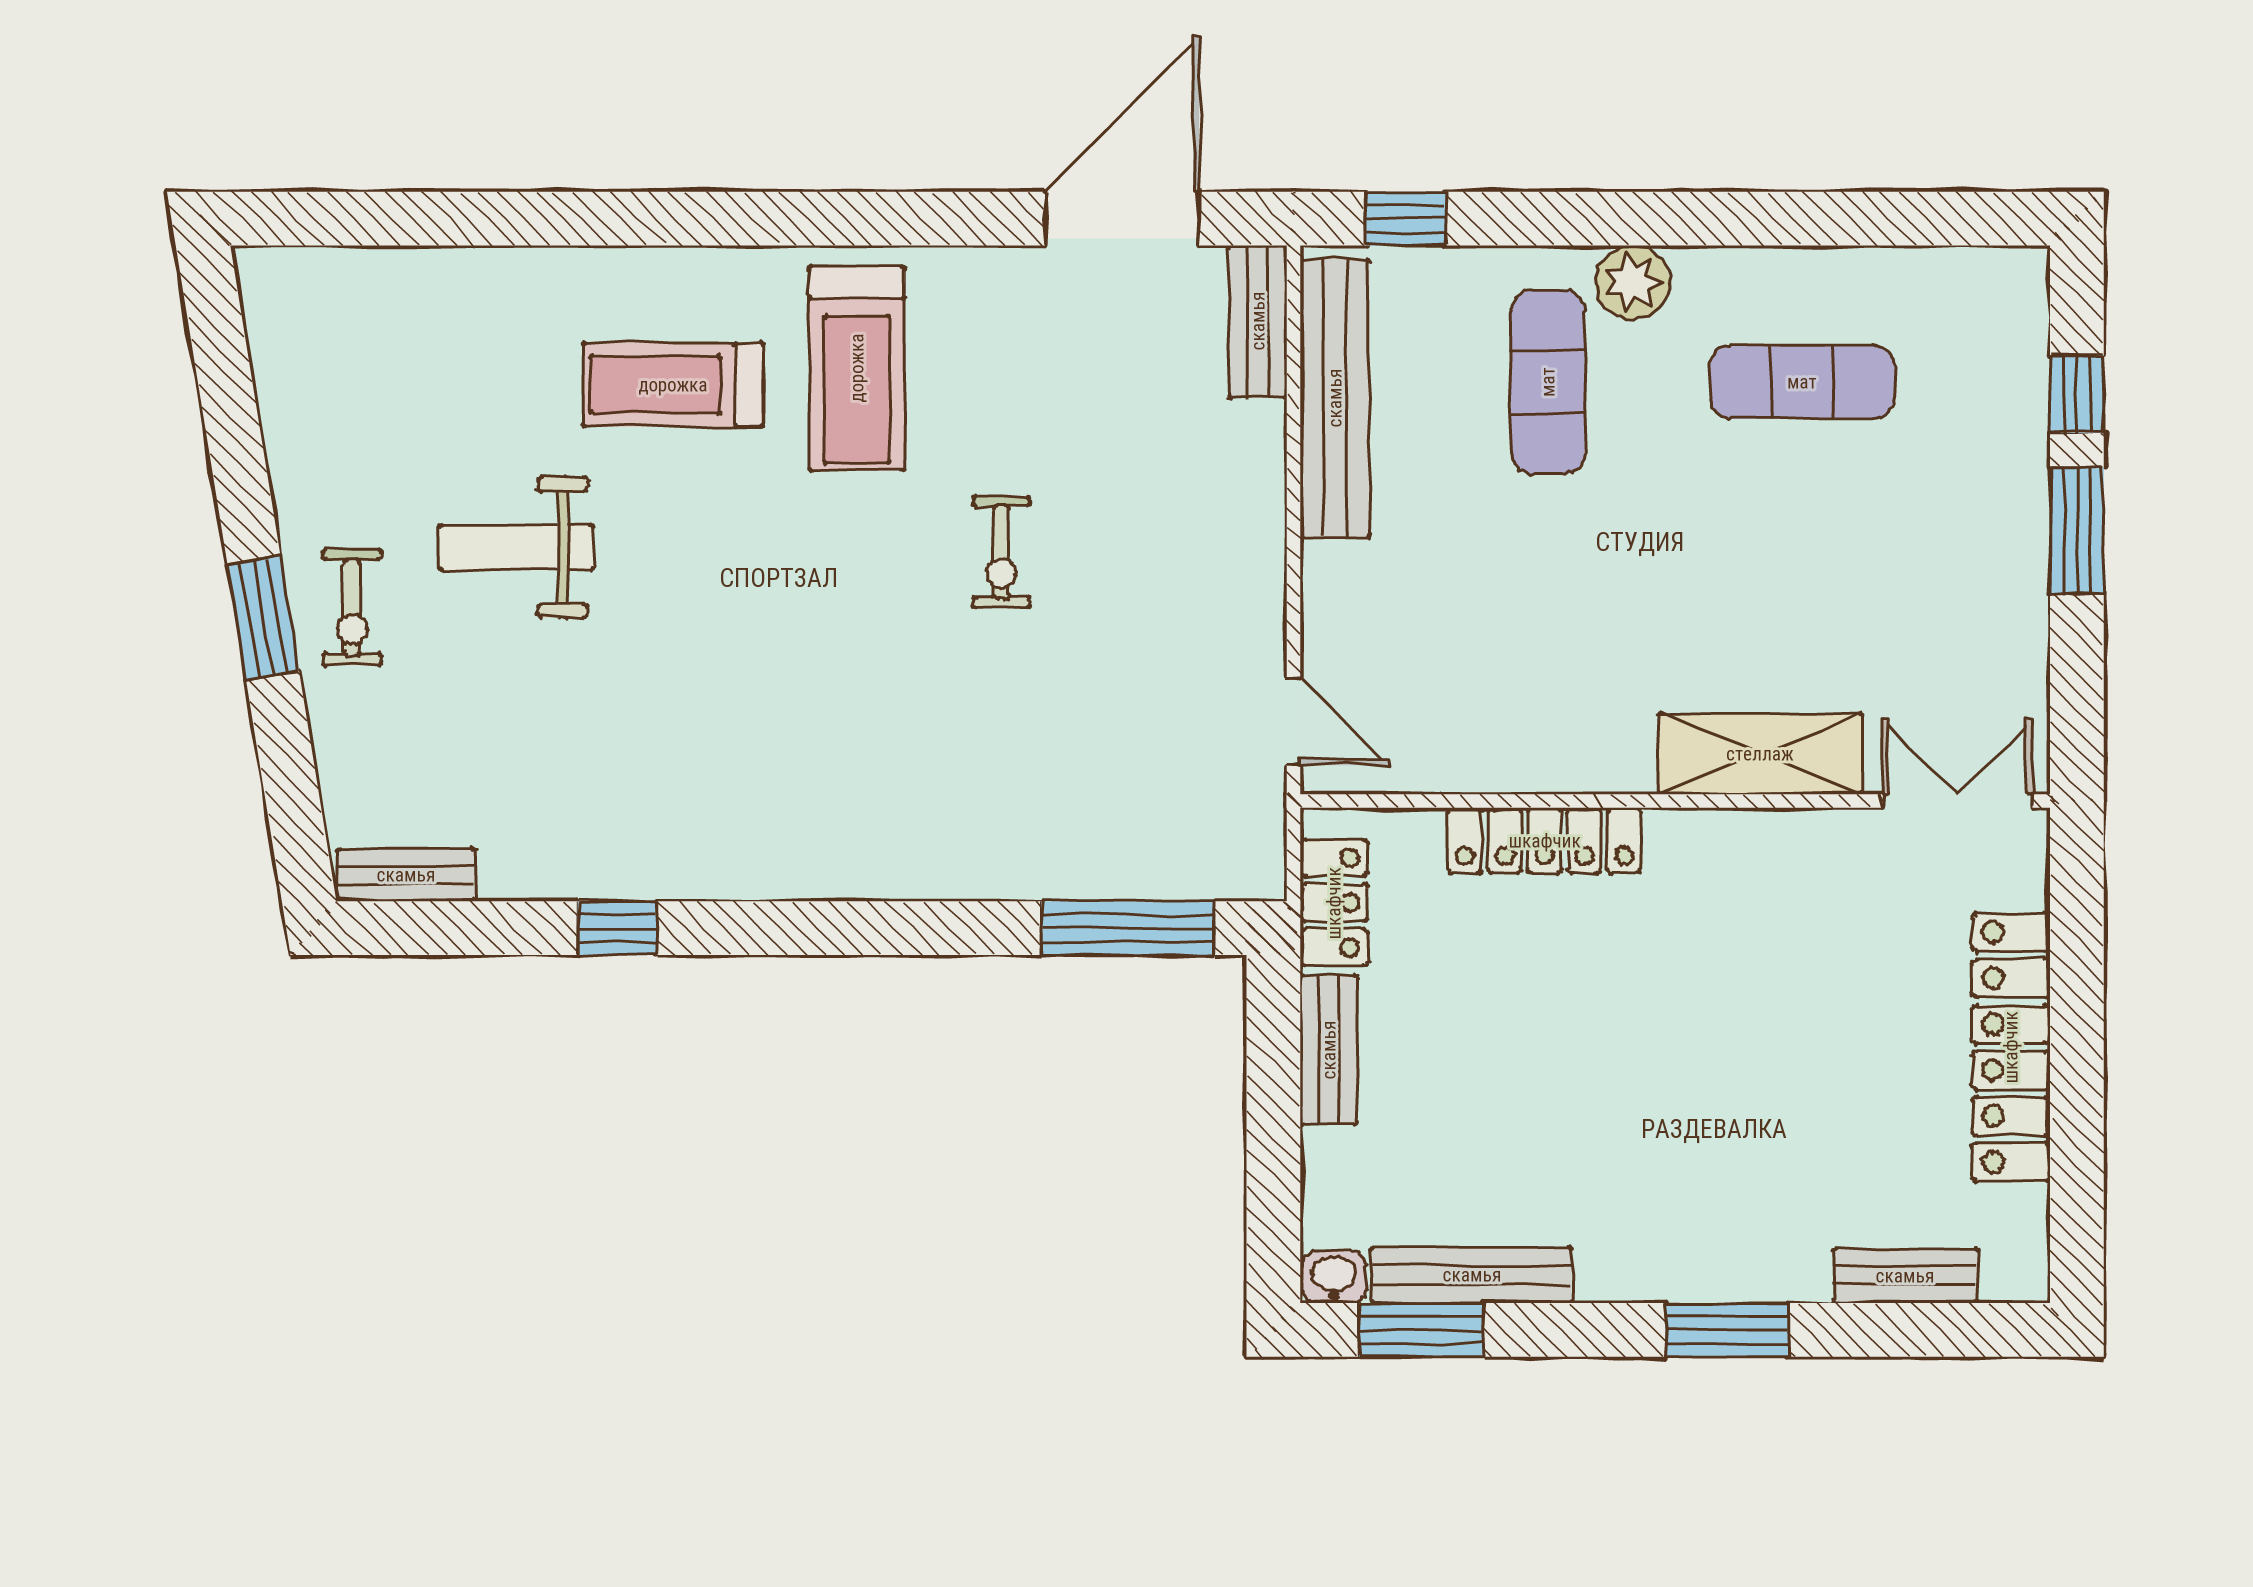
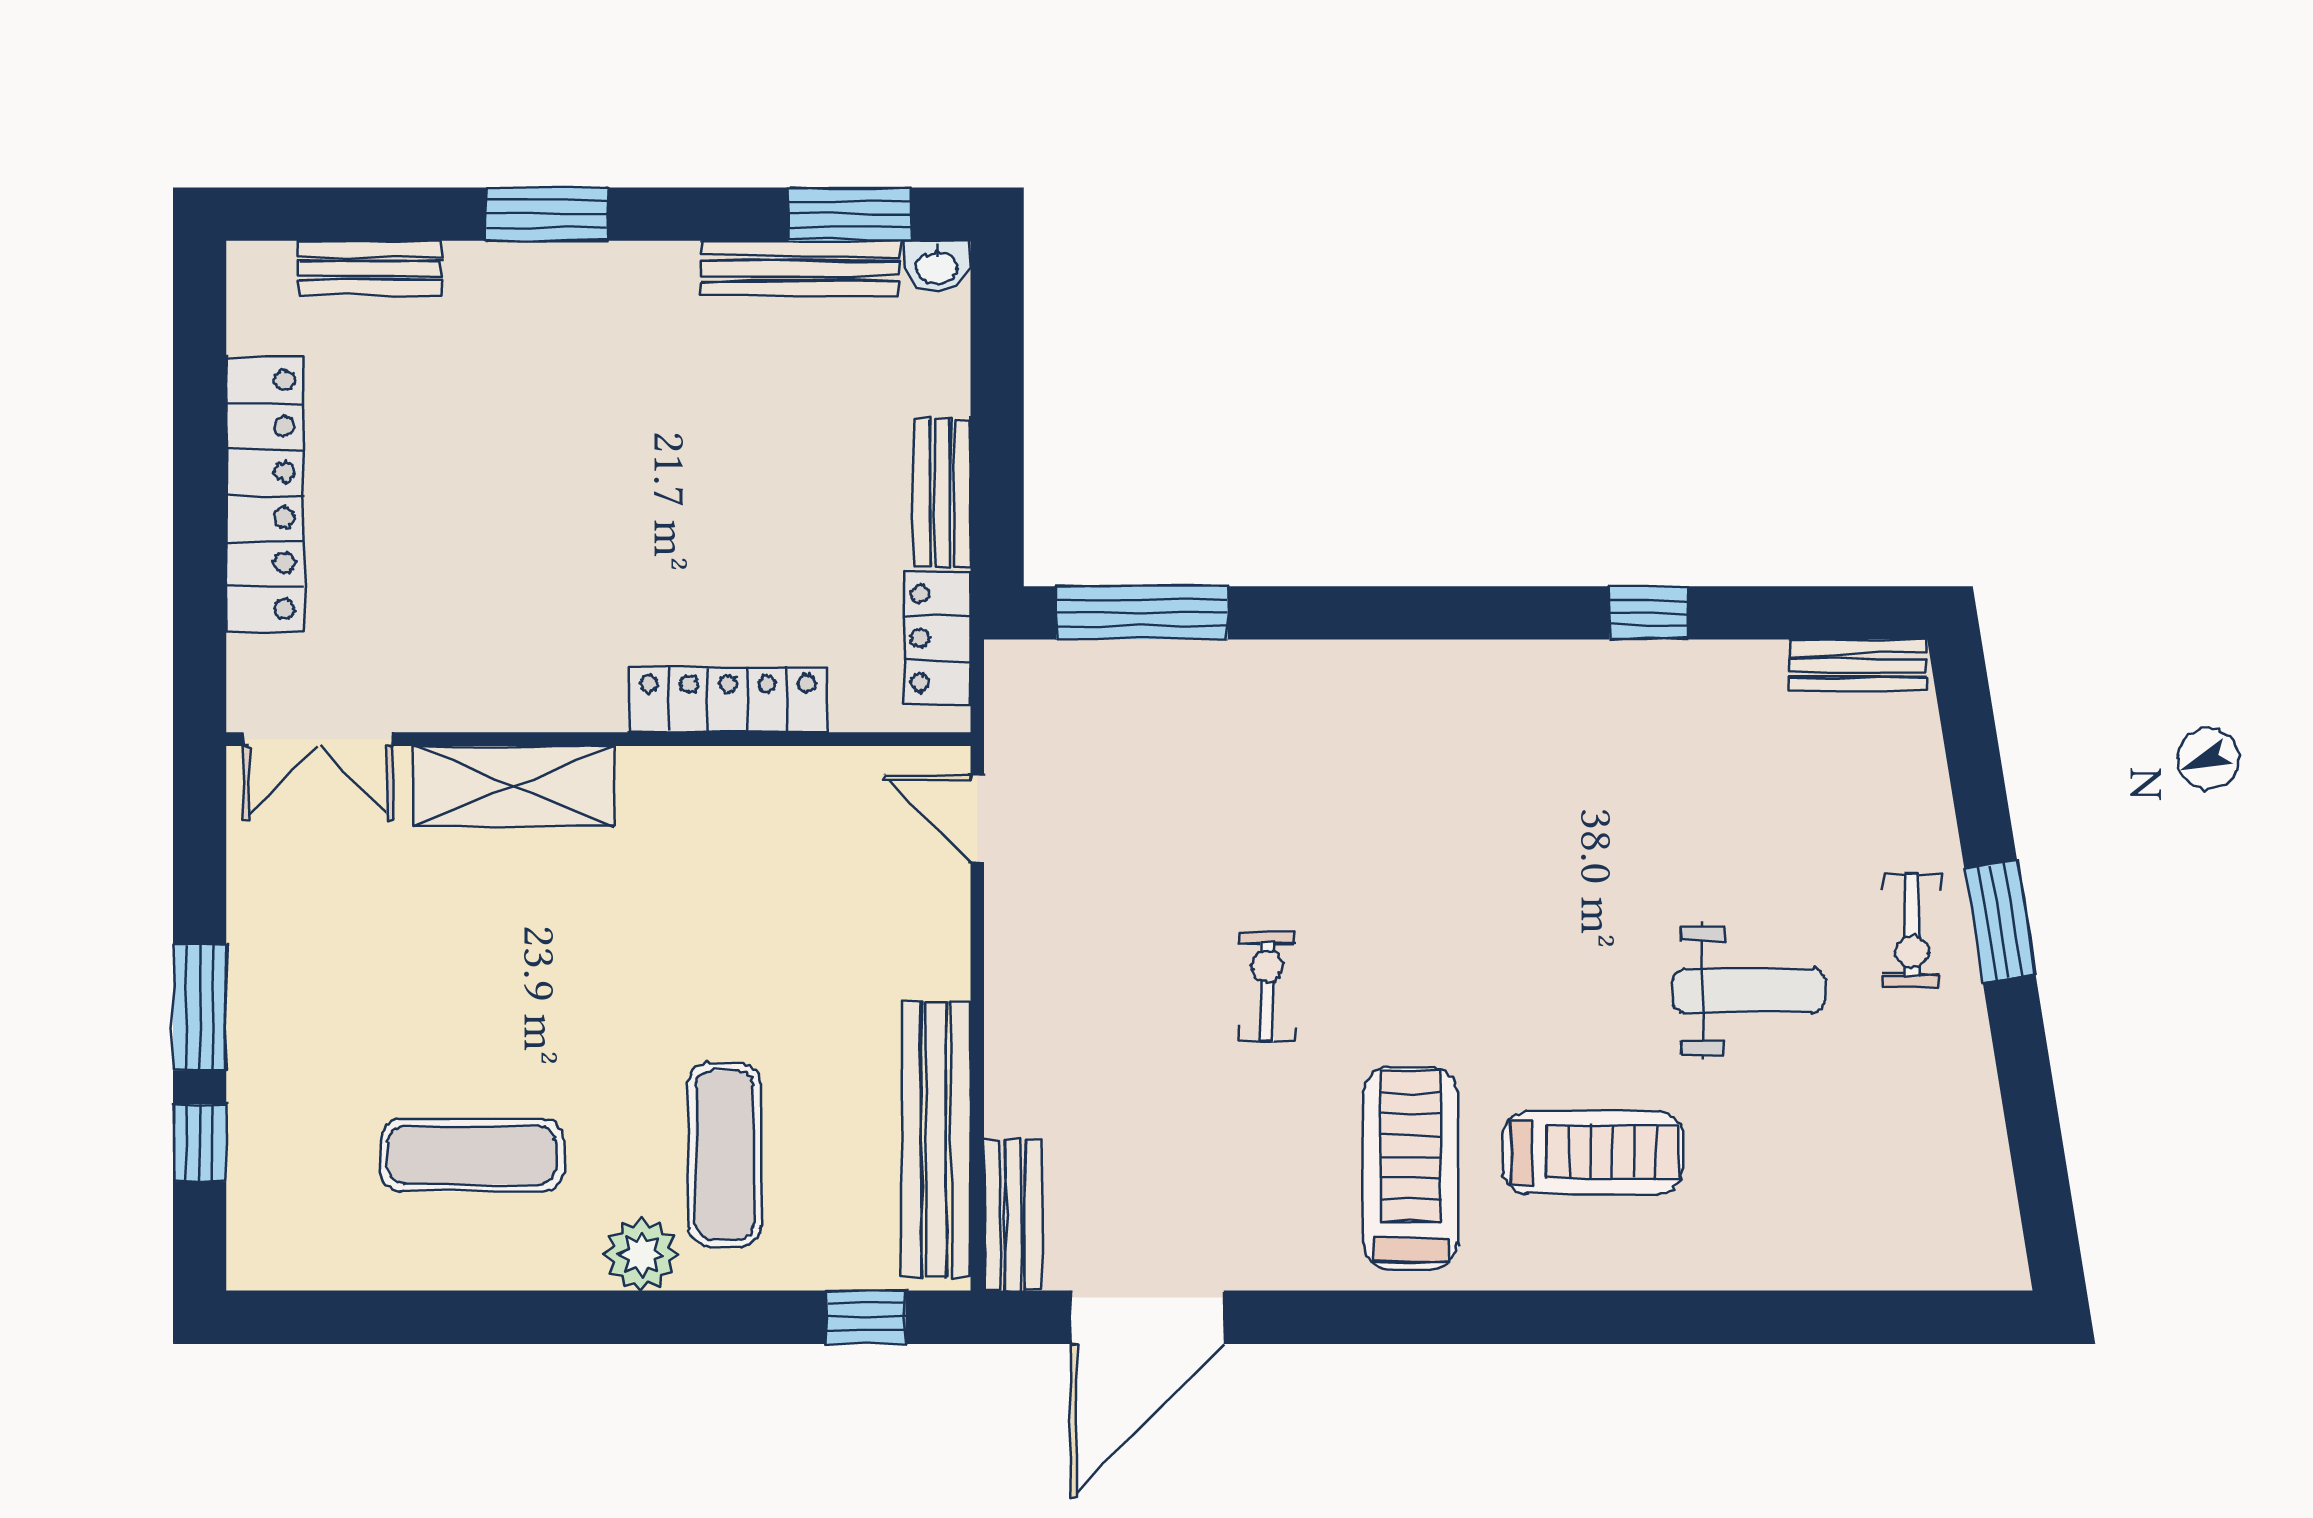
exercise bike: (352, 608) -> (1912, 931), turned 180

